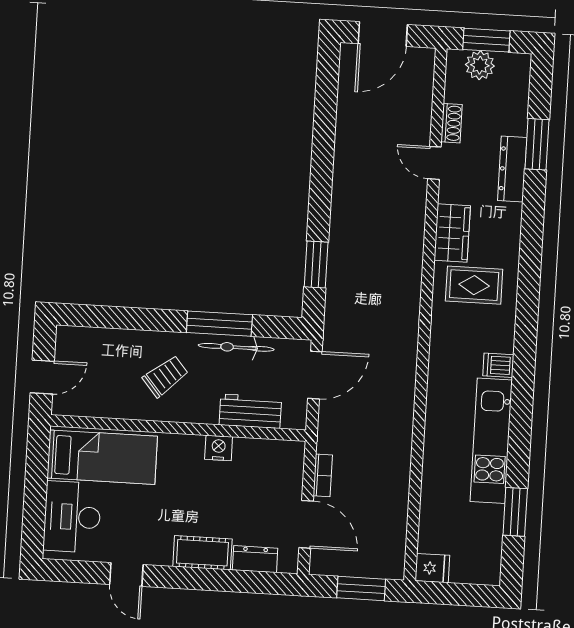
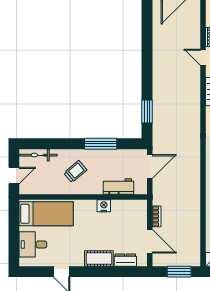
bicycle: (236, 347) -> (38, 155), moved
desk: (72, 517) -> (33, 244), width x0.73

